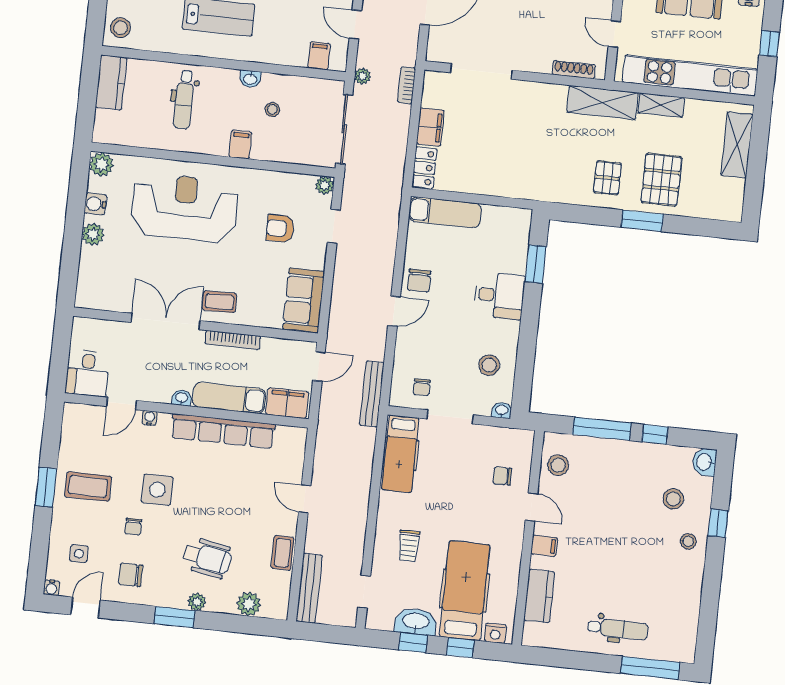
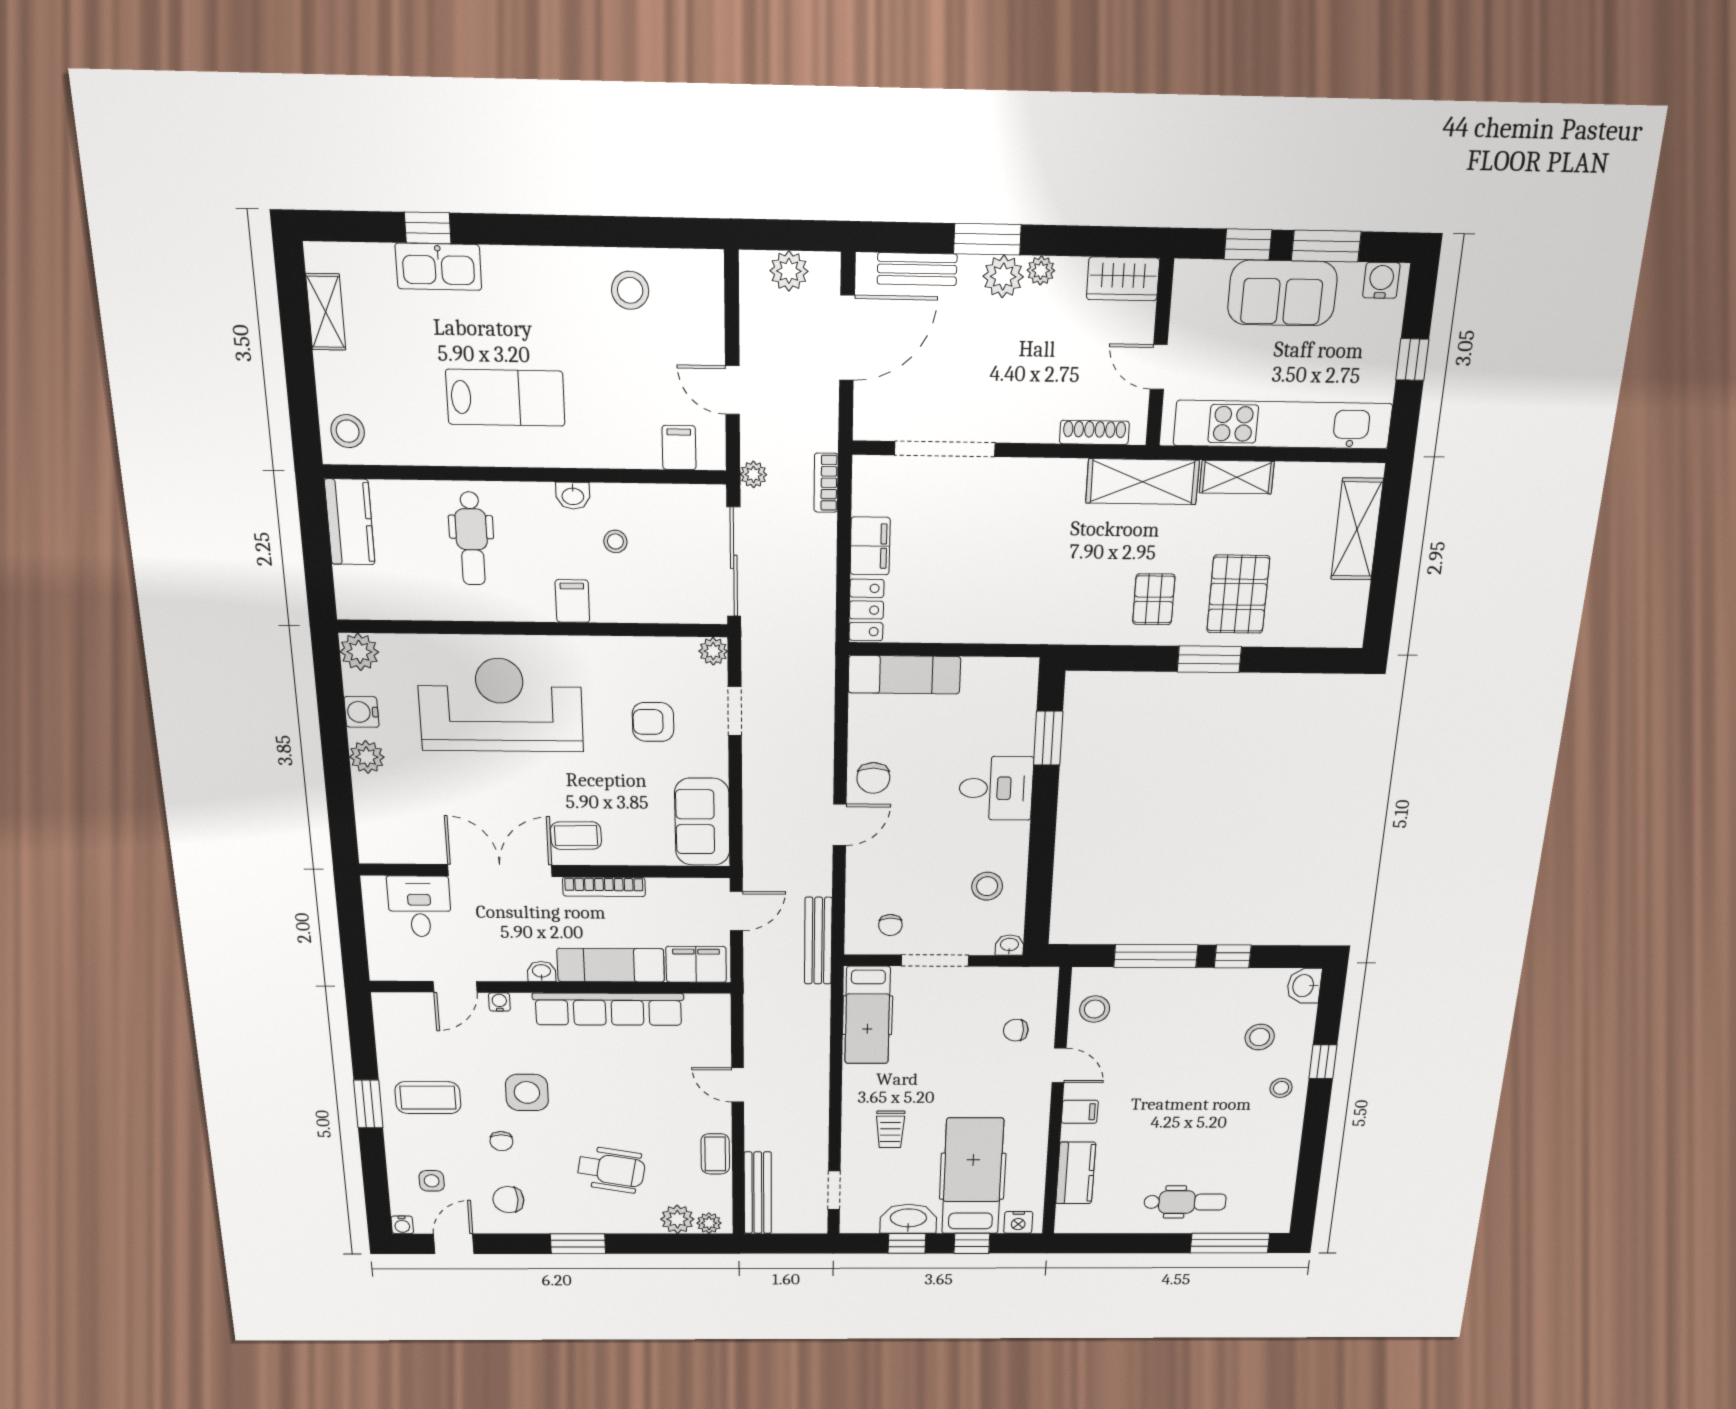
desk: (87, 373) -> (419, 906), moved, turned 180
plant: (197, 602) -> (709, 1223), moved

